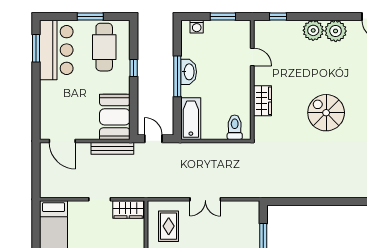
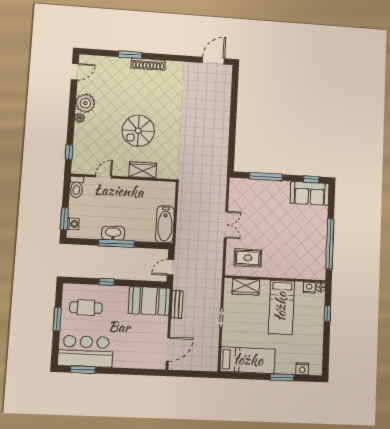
window: (223, 16) -> (64, 219), moved
plant: (313, 30) -> (80, 118), width x0.53, depth x0.53
cafe table: (104, 47) -> (86, 308), width x0.73, depth x0.74
spiral stairs: (326, 113) -> (138, 131), moved
bathtub: (191, 119) -> (165, 224), moved, turned -90
toilet: (235, 127) -> (77, 187), moved, turned -90
bench: (112, 148) -> (177, 304), width x0.73
wardrobe: (128, 210) -> (246, 287), moved, turned 90

